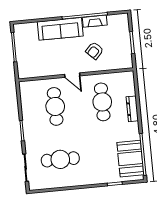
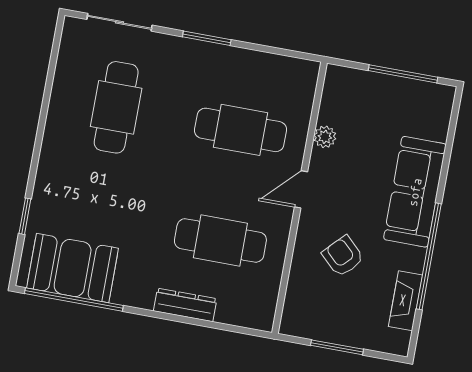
fireplace: (95, 21) -> (405, 301), moved
plant: (48, 72) -> (325, 137), added

